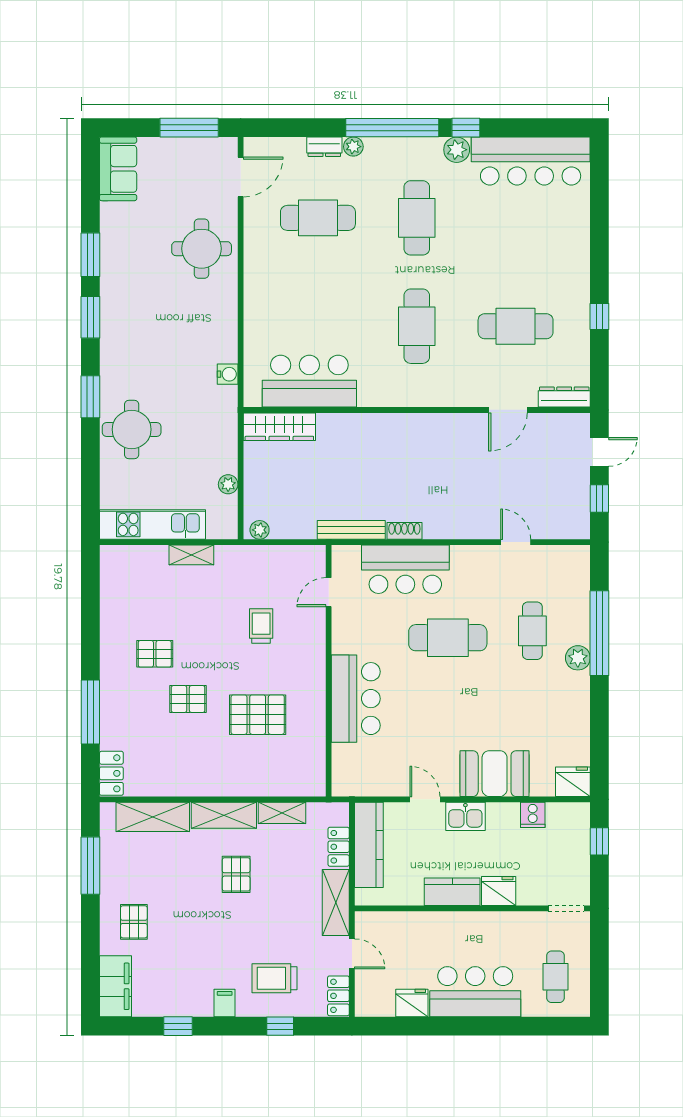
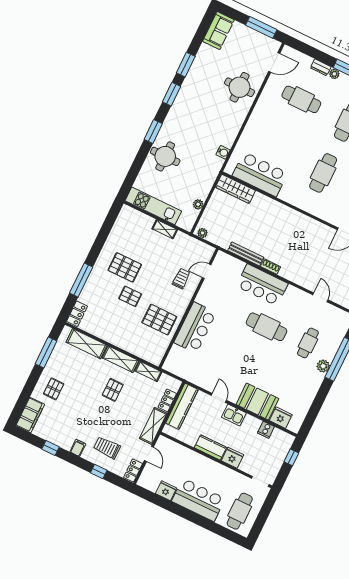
door: (329, 592) -> (207, 271), moved
pallet: (155, 654) -> (125, 267), width x1.50, depth x1.42
wall: (329, 671) -> (189, 308), moved
bar counter: (356, 699) -> (195, 328), moved
fridge: (573, 782) -> (281, 418), moved
cafe table: (556, 977) -> (240, 511), width x1.37, depth x1.35

